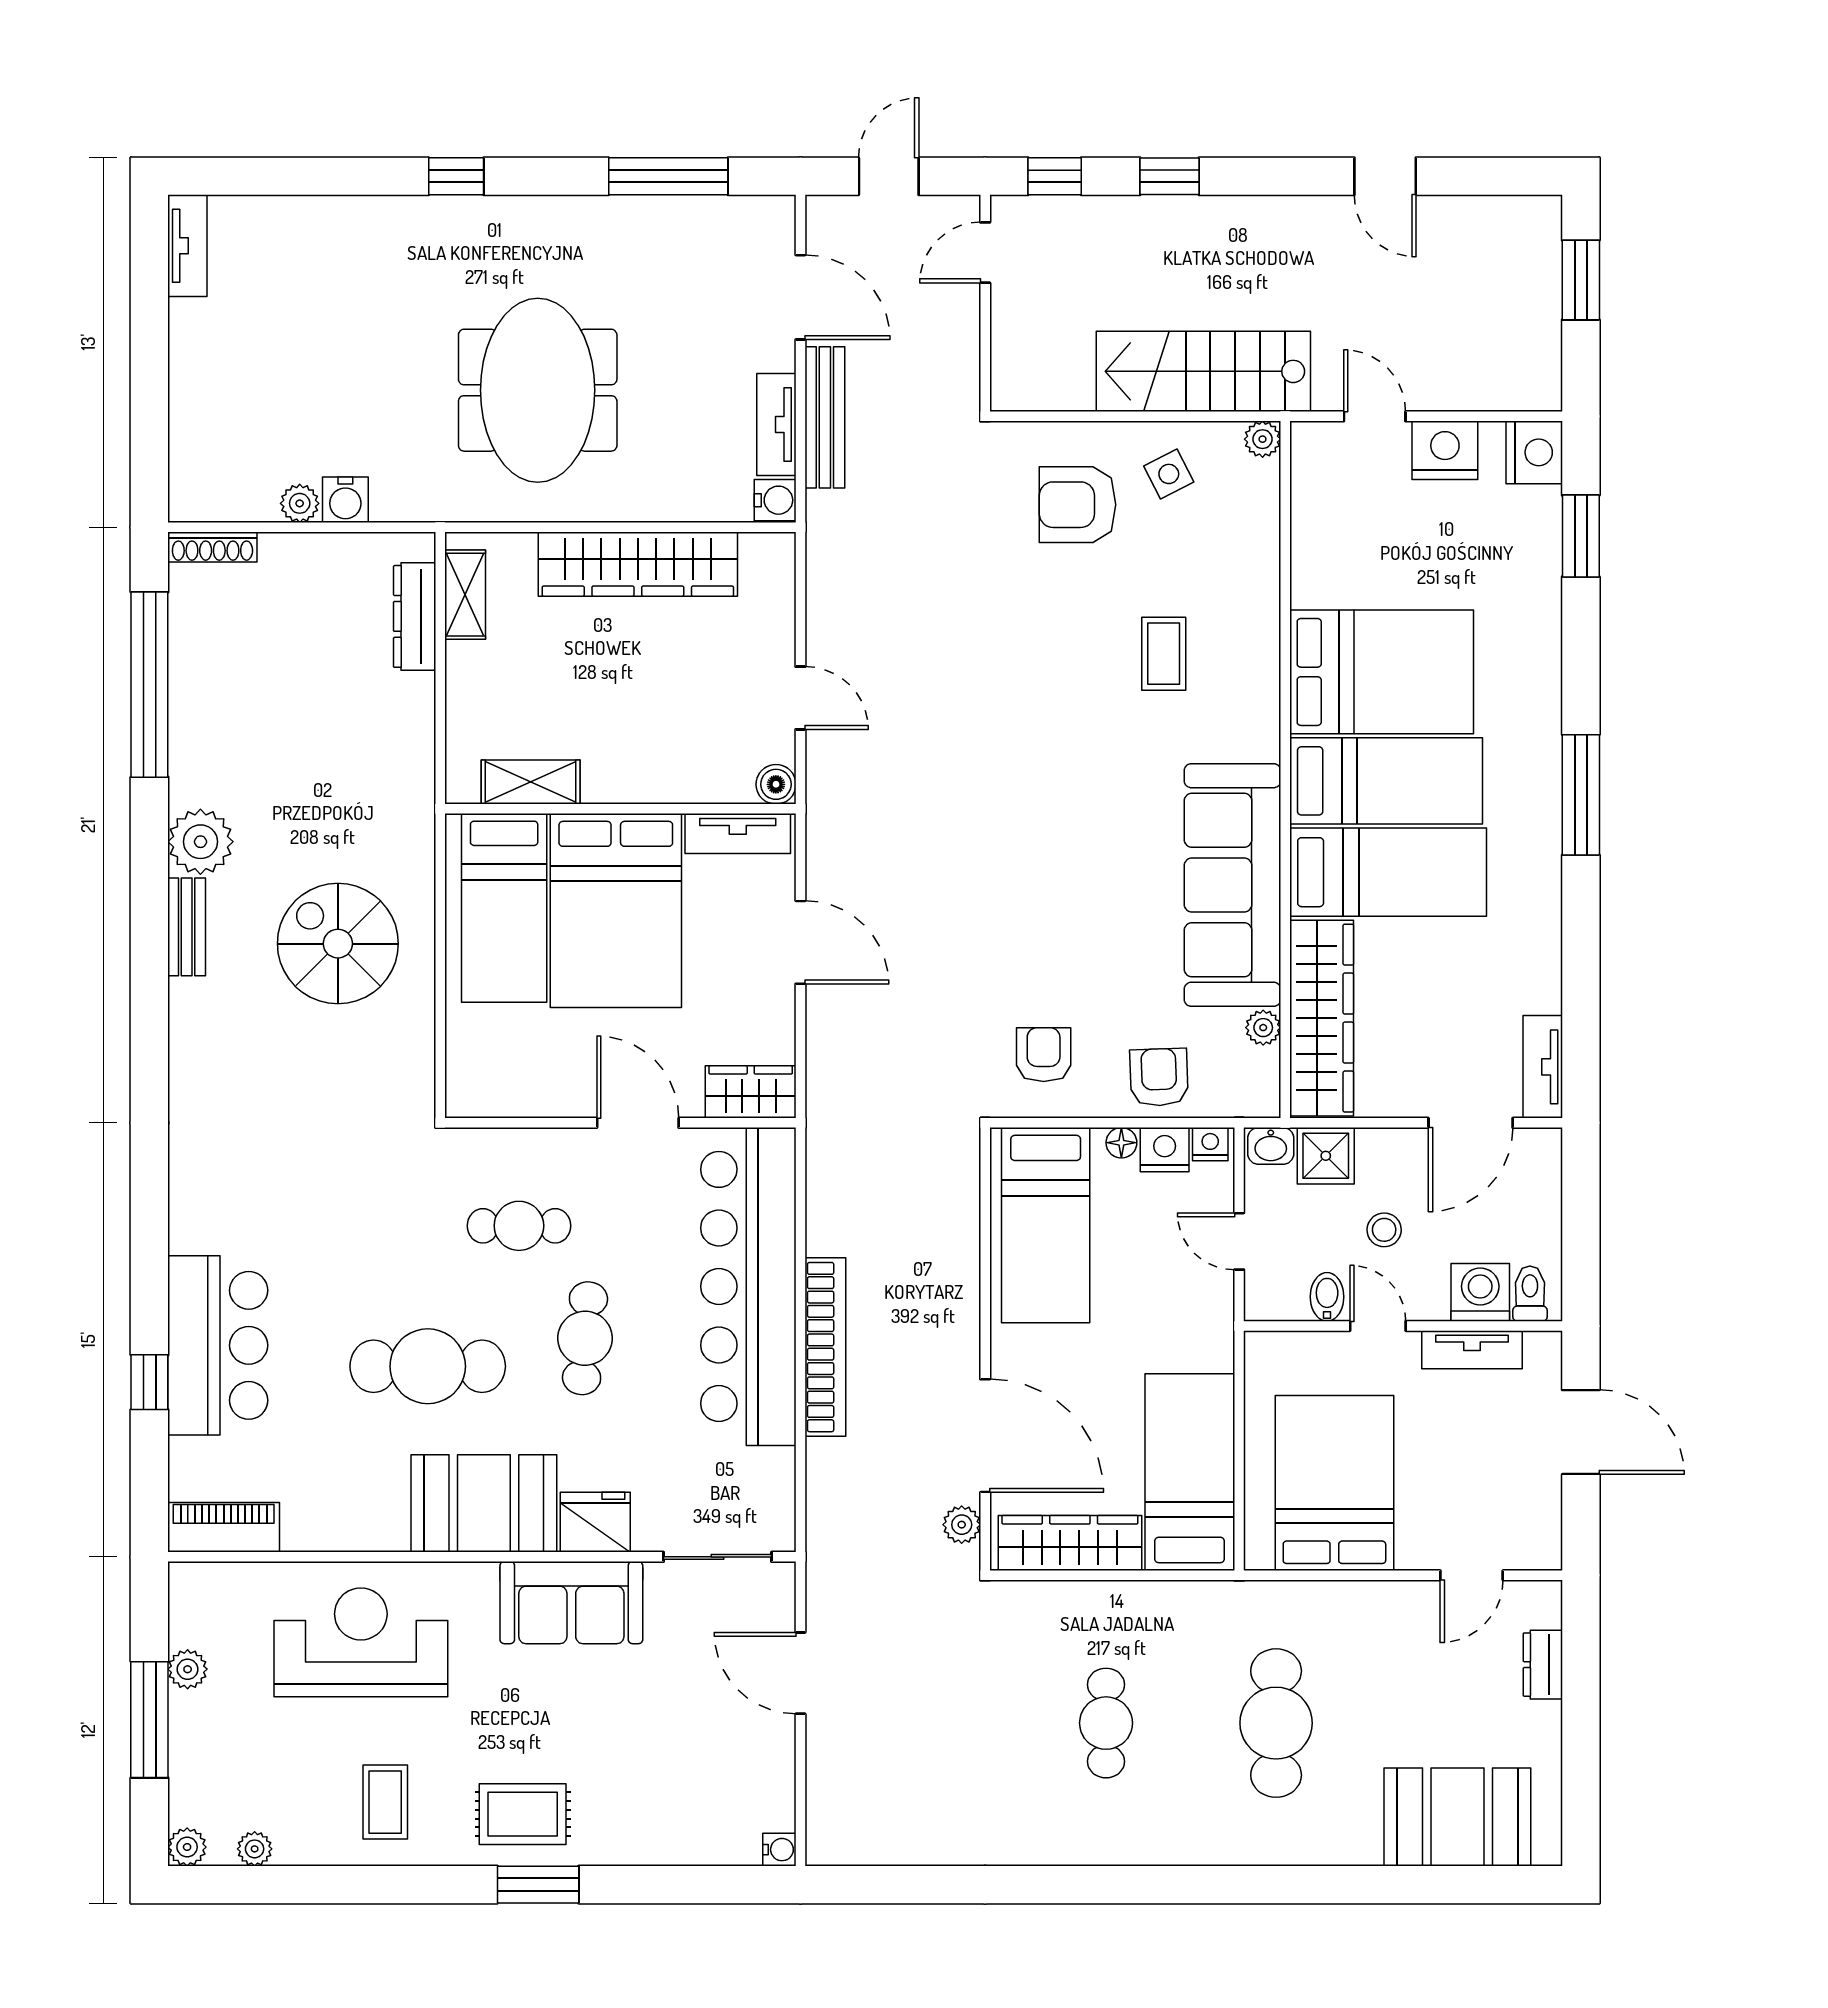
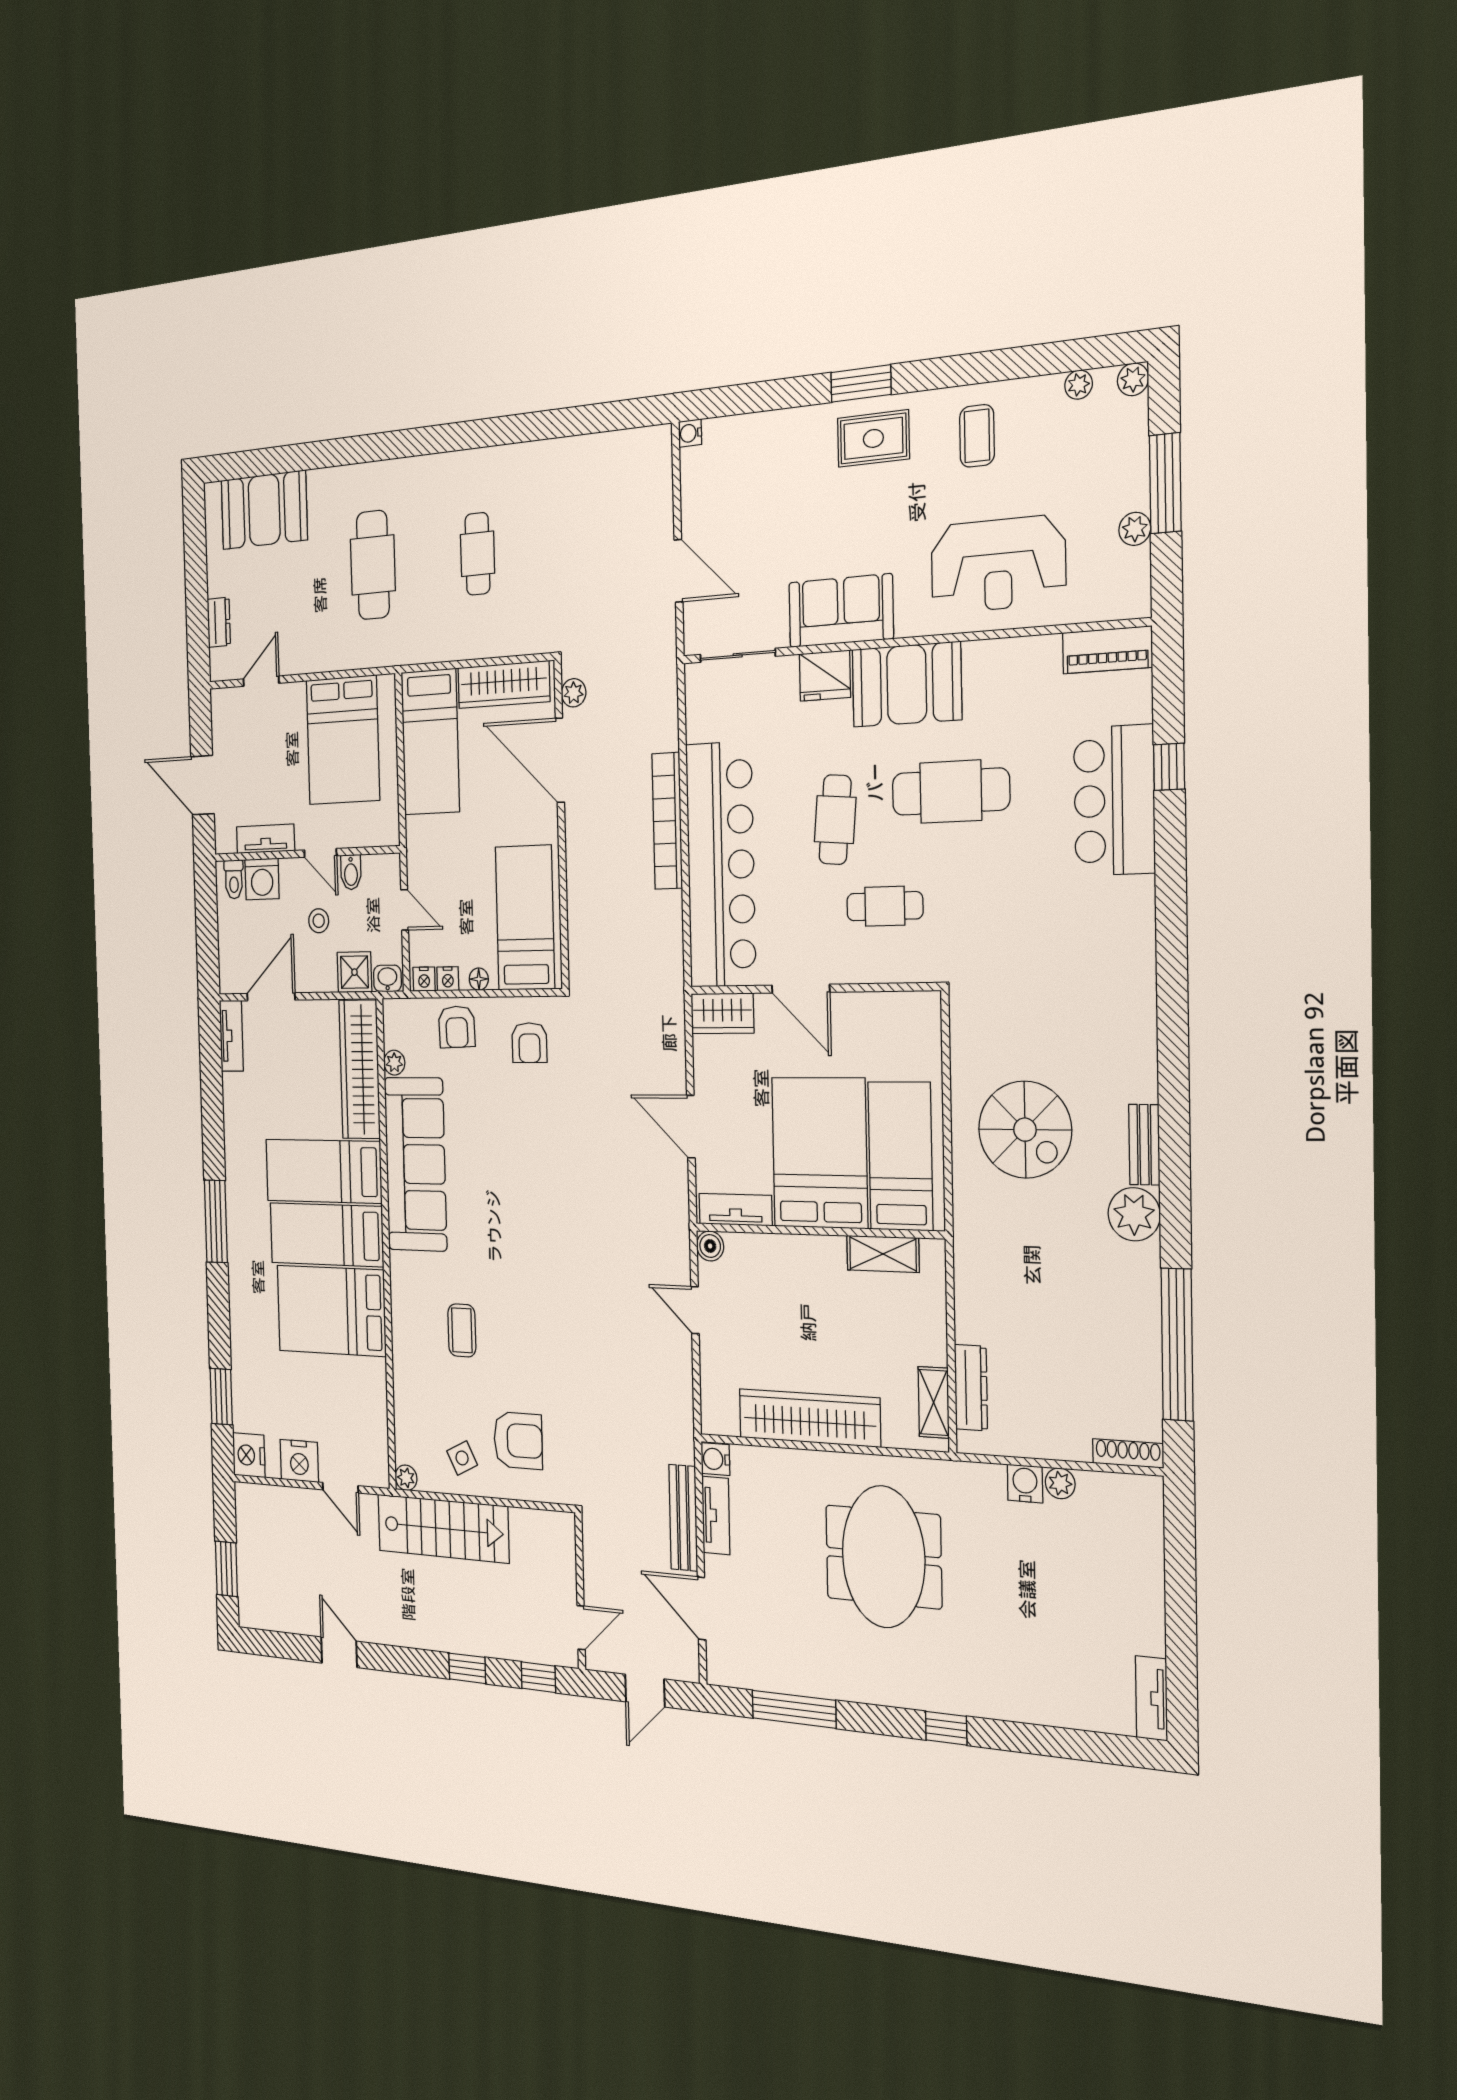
nightstand: (1165, 1150) -> (448, 979), width x0.72, depth x0.74

